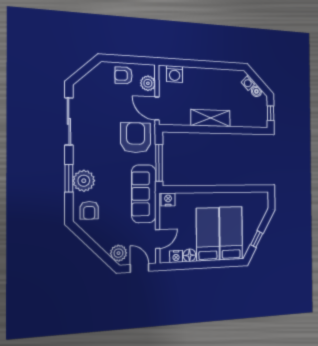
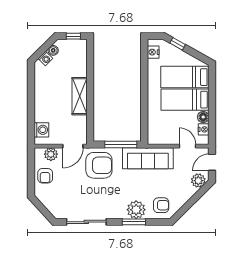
armchair: (136, 138) -> (99, 165), turned 180
nightstand: (168, 199) -> (153, 52), moved
window: (257, 239) -> (178, 44), moved

